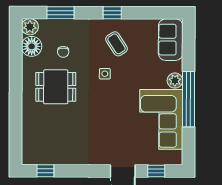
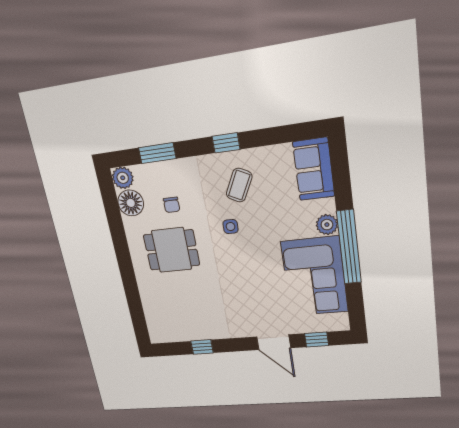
coffee table: (117, 44) -> (239, 185), turned 60
window: (45, 171) -> (202, 347), moved

